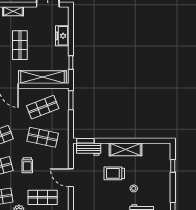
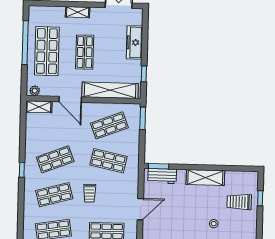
freezer: (62, 36) -> (135, 42), width x1.40
trolley: (114, 173) -> (239, 202), moved
door: (71, 178) -> (140, 209), swing flipped

